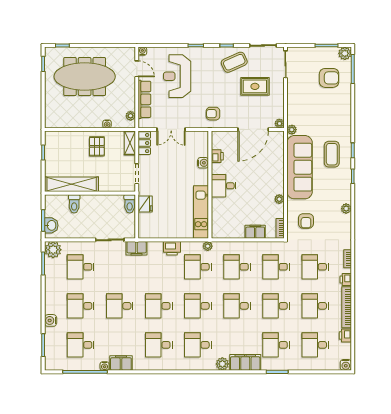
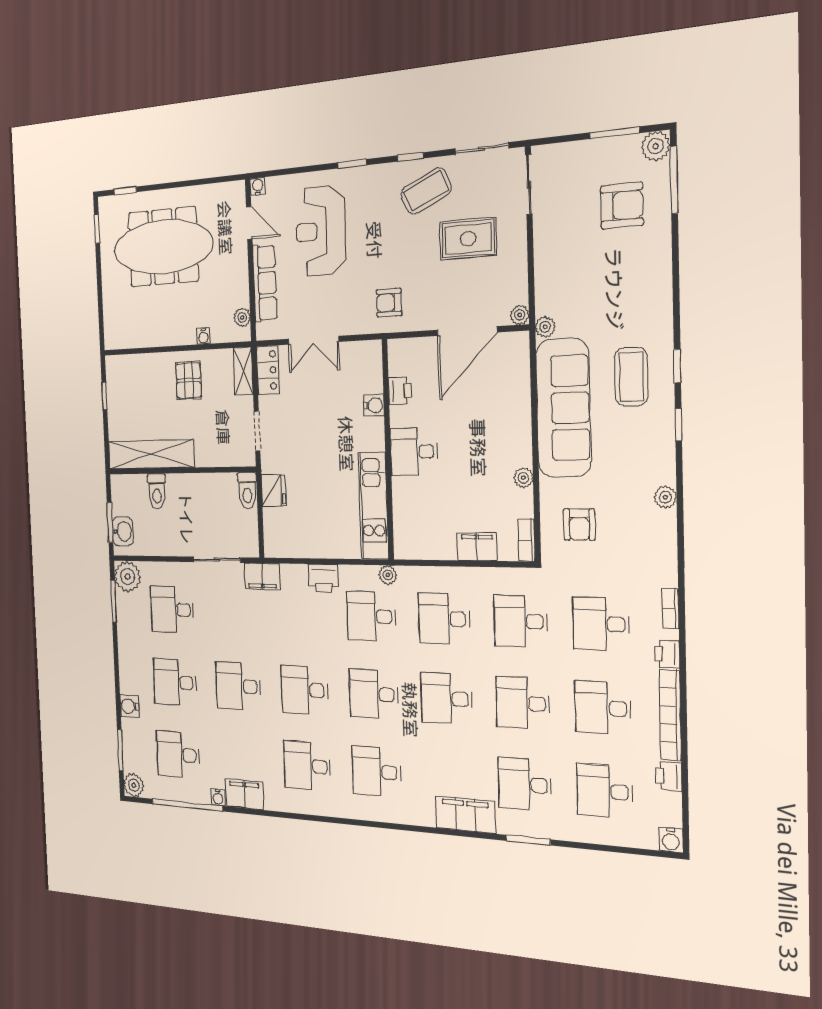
plant: (222, 364) -> (134, 785), moved

